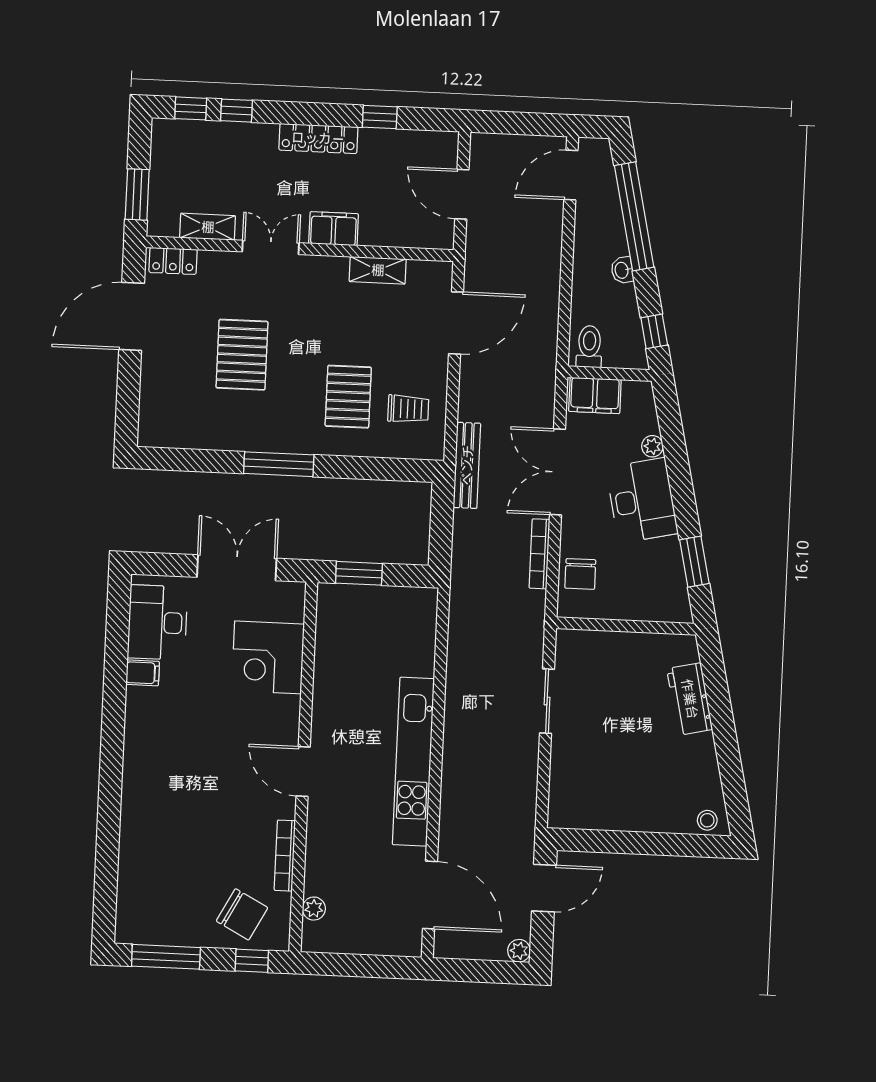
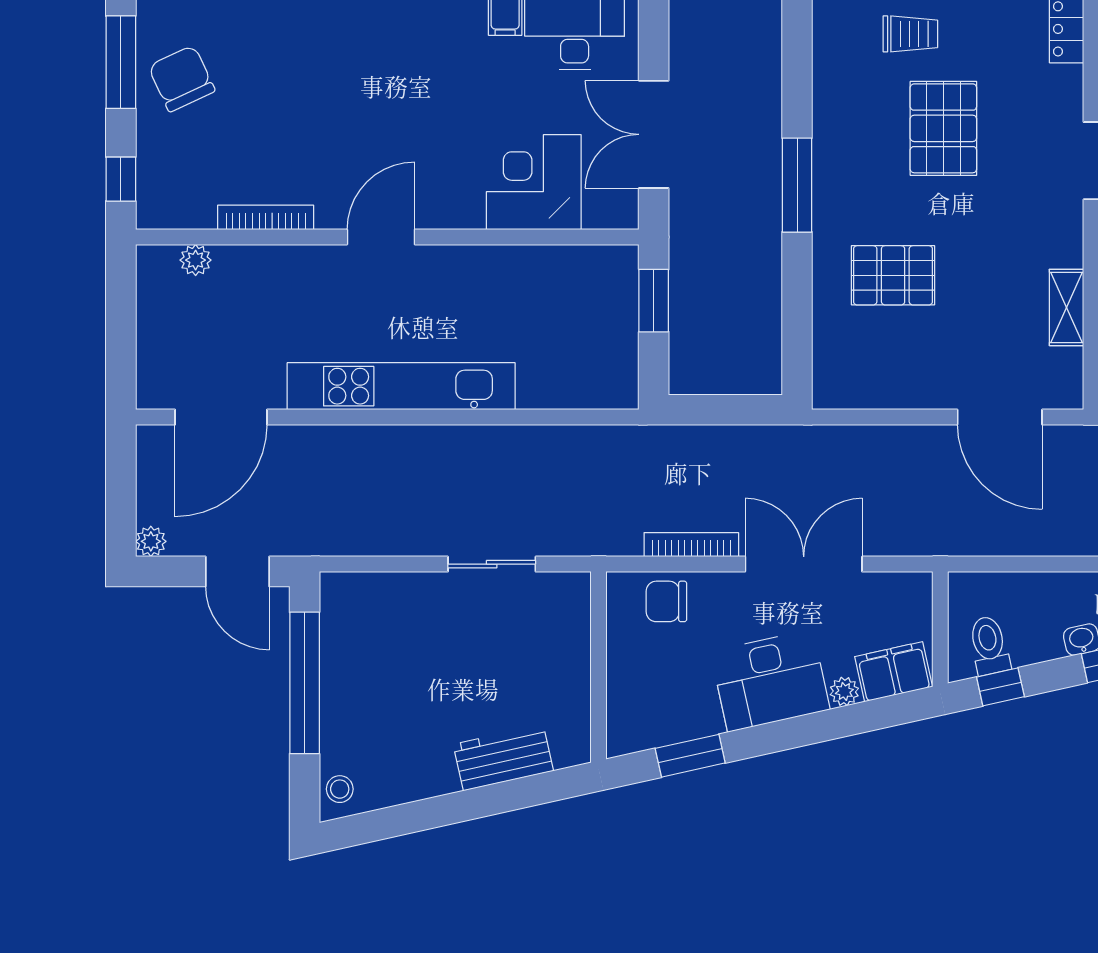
toilet: (589, 347) -> (989, 645), moved, turned -103
pallet: (242, 355) -> (943, 128), turned 90
filing cabinet: (595, 395) -> (894, 672), moved, turned 77
trolley: (408, 409) -> (910, 34), moved, turned -90
bench: (467, 465) -> (807, 441), removed
double door: (237, 568) -> (654, 134), swing flipped
window: (628, 843) -> (305, 683), added
chair: (242, 914) -> (182, 78), moved, turned 127

